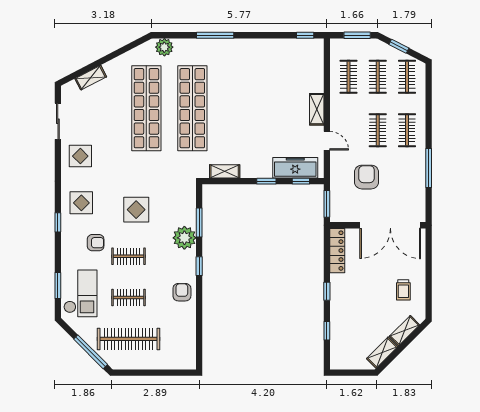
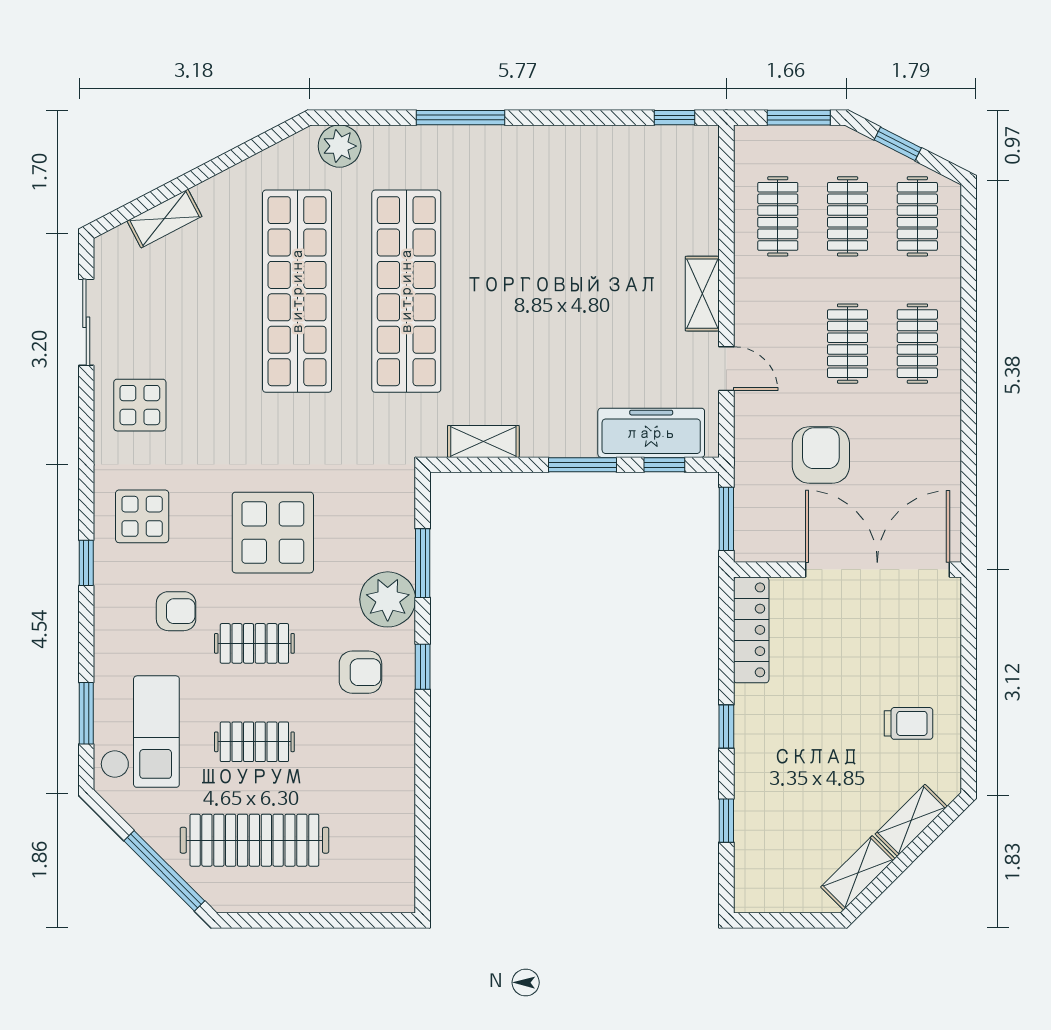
window: (429, 168) -> (969, 433), removed
window: (266, 181) -> (582, 465), width x1.50
display table: (136, 210) -> (273, 533), width x1.36, depth x1.36
double door: (390, 225) -> (877, 570), swing flipped
trolley: (403, 290) -> (909, 723), turned -90
armchair: (182, 292) -> (360, 672), moved, turned 90

